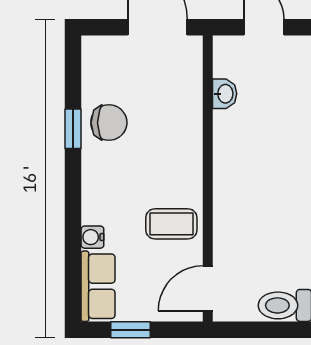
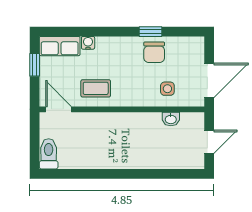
side table: (172, 100) -> (167, 89), added
coffee table: (171, 224) -> (96, 88), turned 90

